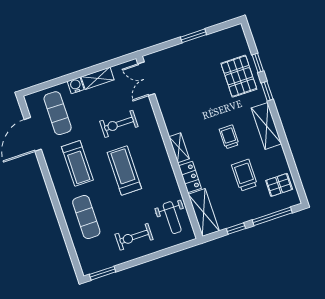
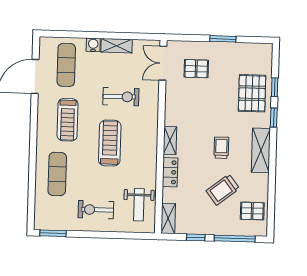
pallet: (179, 72) -> (196, 69), added
exercise bike: (119, 124) -> (121, 97), turned 180
trolley: (245, 175) -> (223, 190), turned -128
shelving: (204, 213) -> (168, 218), width x0.67, depth x0.75

